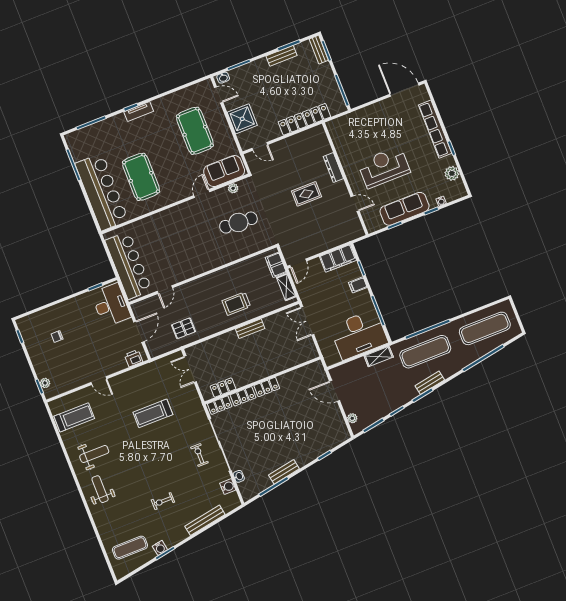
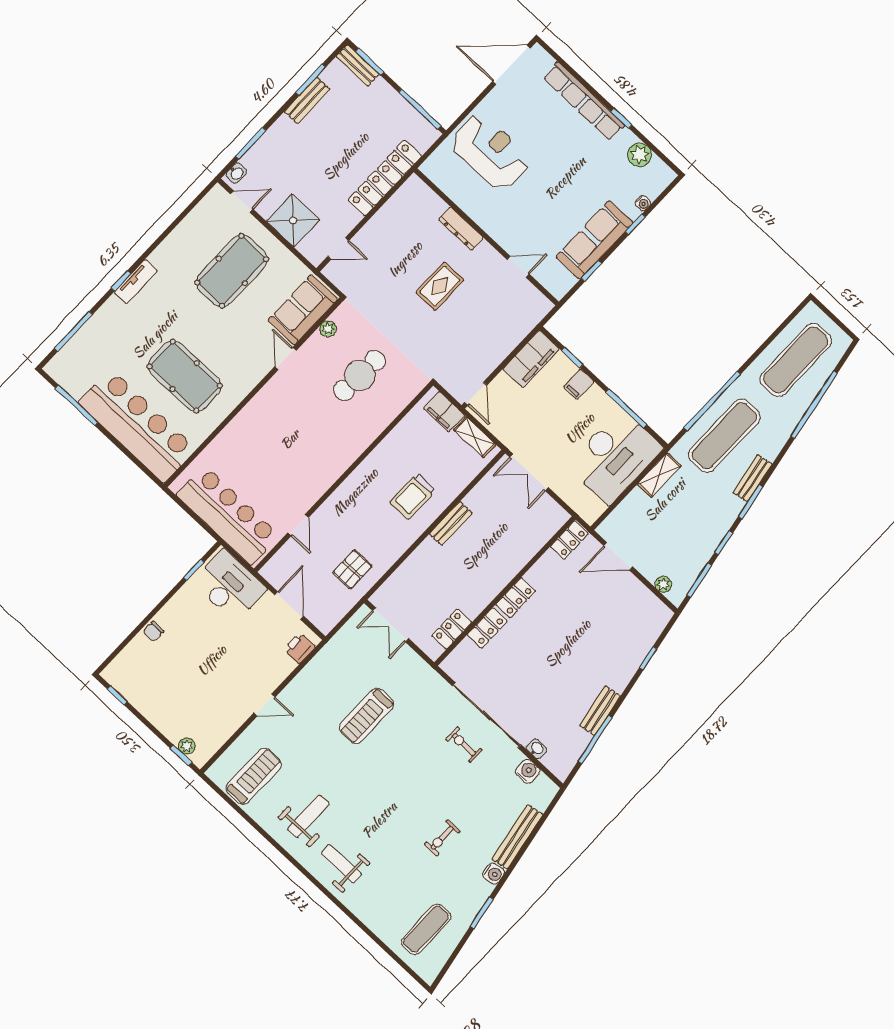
pool table: (195, 131) -> (232, 271), turned 90
reception desk: (384, 167) -> (490, 152), moved, turned 90
chair: (57, 336) -> (153, 631), moved
locker: (220, 405) -> (570, 540), moved
water cooler: (160, 548) -> (494, 873), moved

